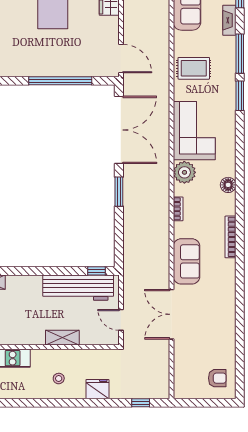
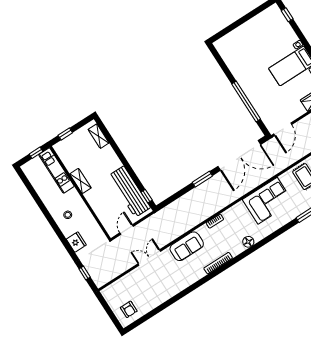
plant: (184, 172) -> (239, 211), removed
double door: (171, 314) -> (149, 258), width x0.73
shelving: (62, 338) -> (80, 181), moved

